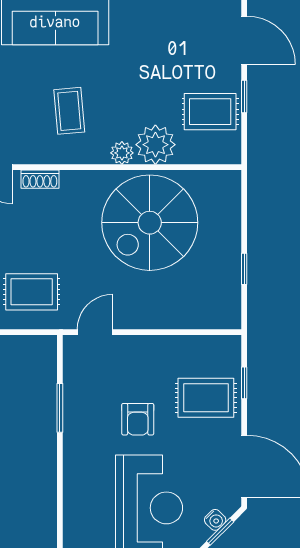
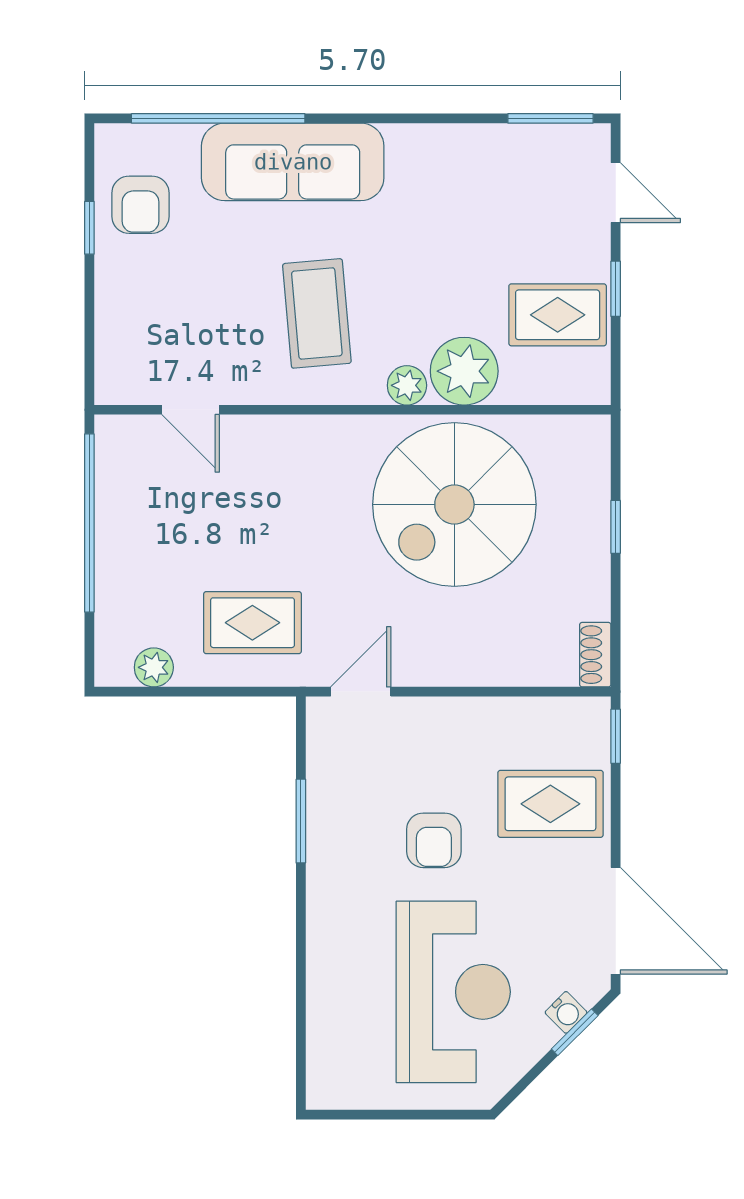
door: (244, 40) -> (616, 193), width x0.73
coffee table: (69, 111) -> (317, 313), width x1.36, depth x1.30
shoe rack: (40, 179) -> (595, 655), moved, turned 90
window: (244, 269) -> (616, 527), moved
window: (244, 383) -> (616, 736), moved

